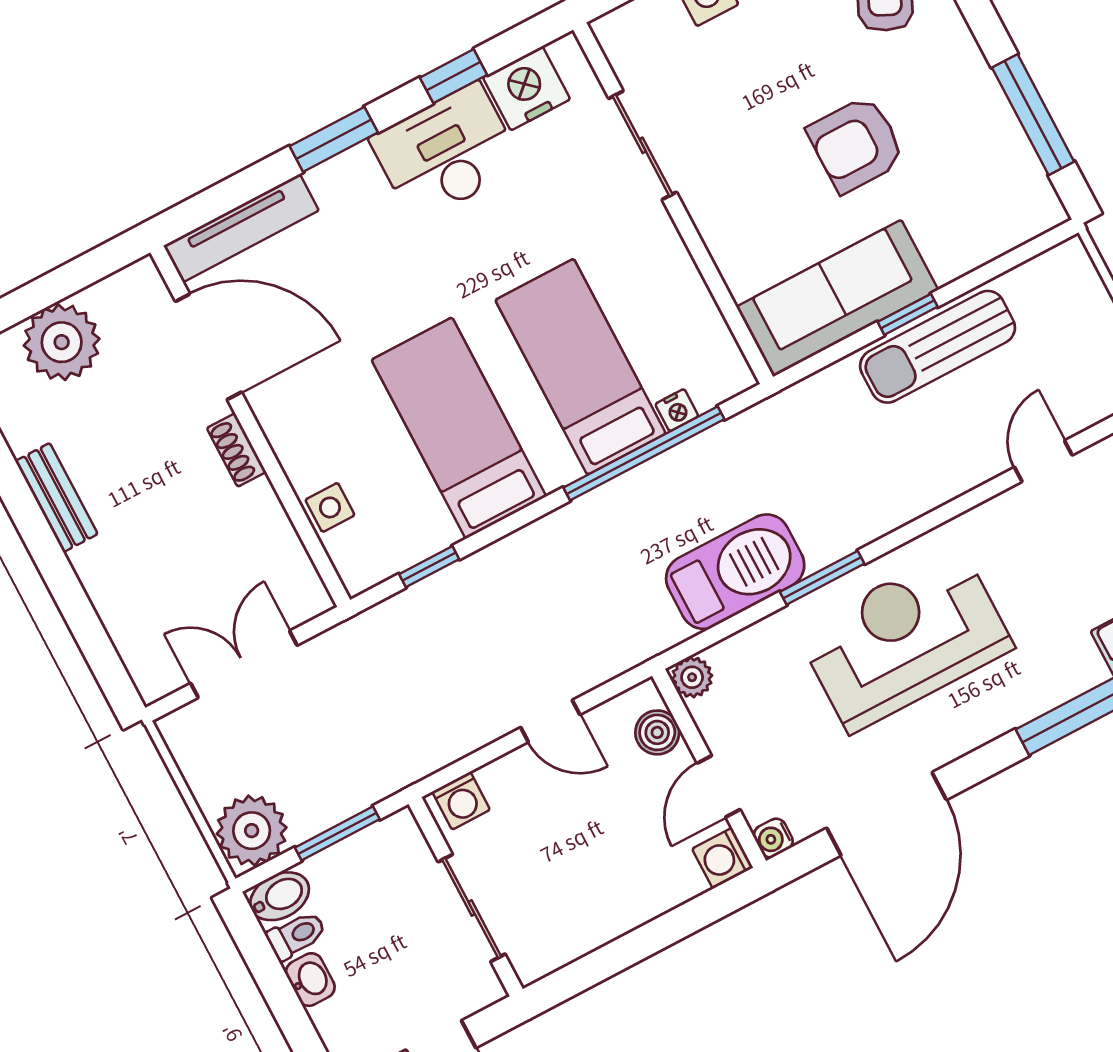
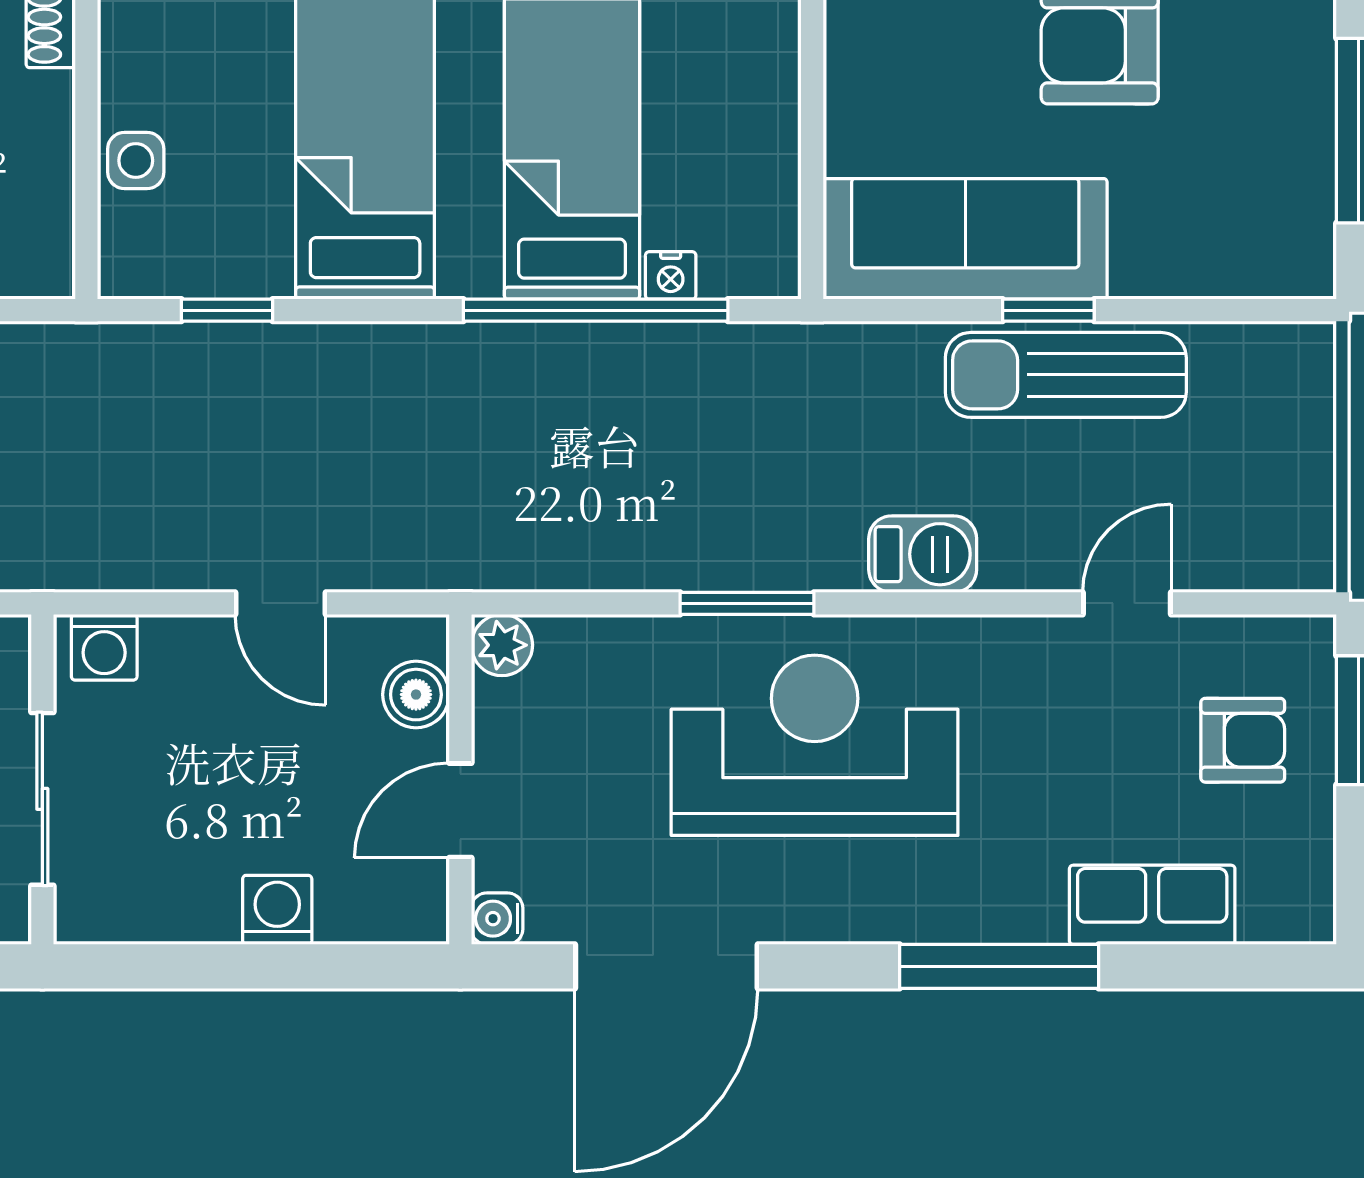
barbecue: (735, 572) -> (923, 554), moved, width x0.53, depth x0.65
washing machine: (723, 858) -> (277, 910), moved, turned 90

